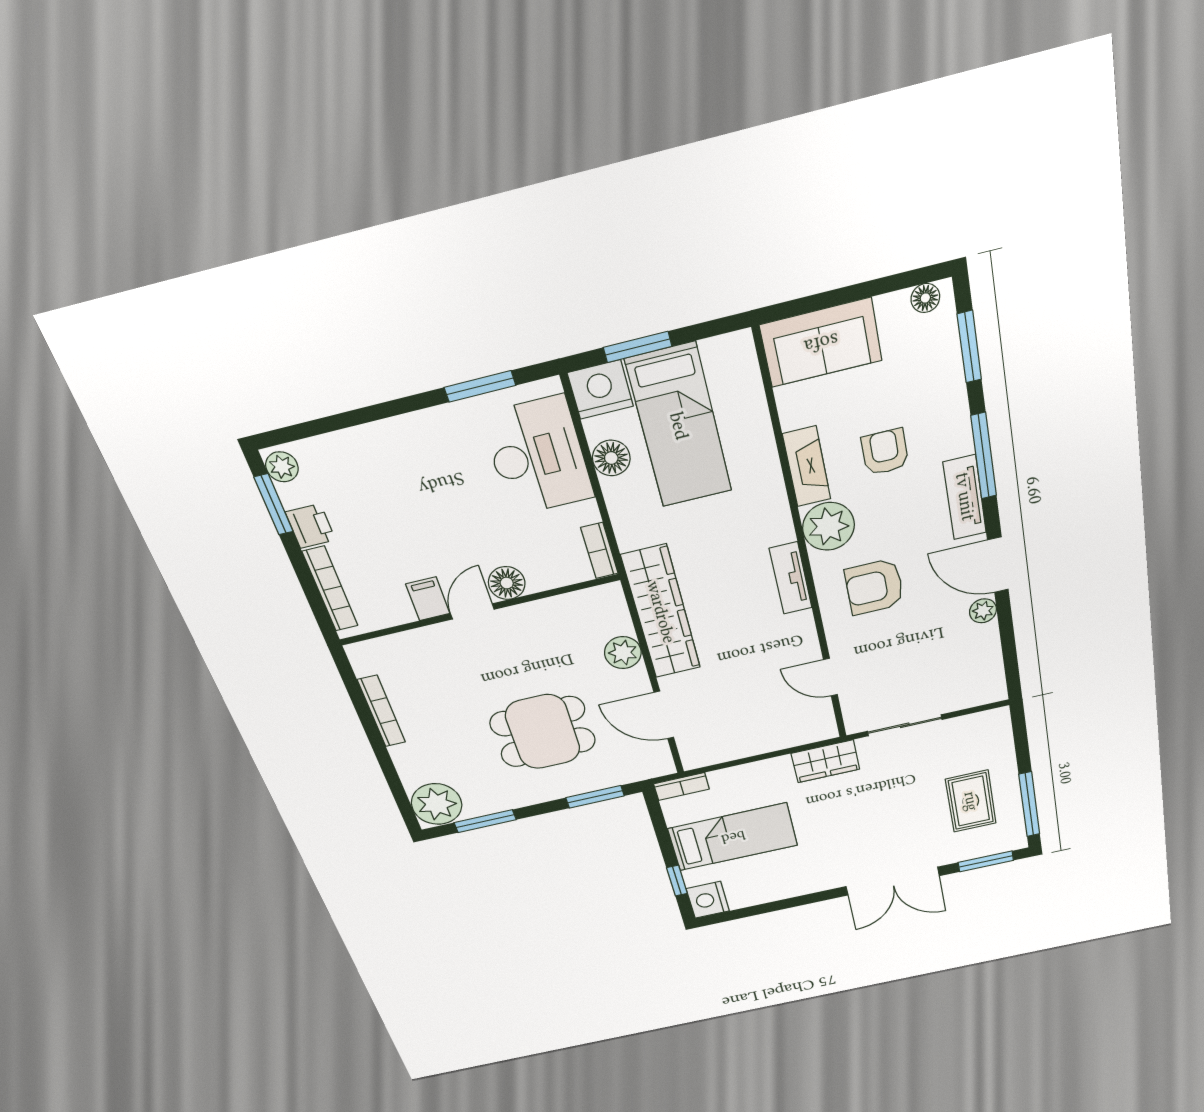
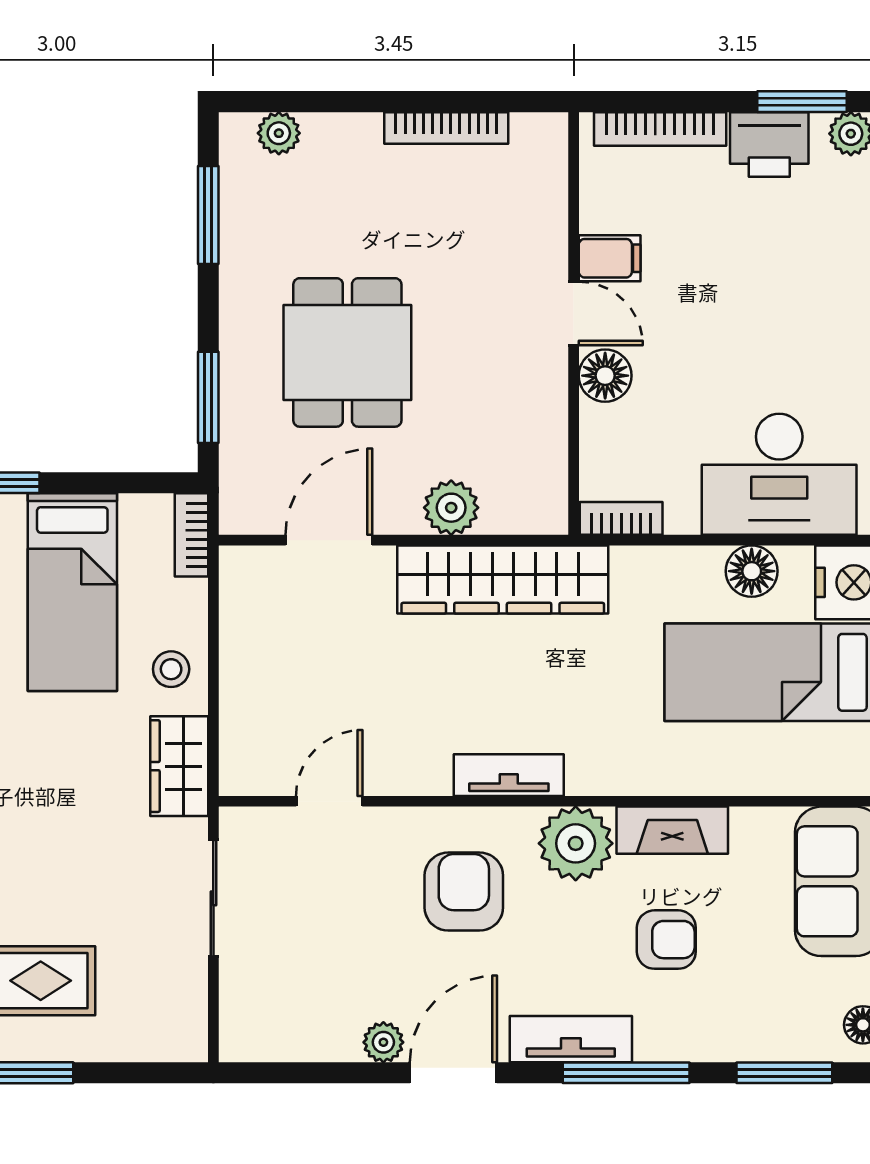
printer: (310, 526) -> (769, 144), width x1.36, depth x1.24
stool: (767, 779) -> (171, 669), added
plant: (437, 804) -> (279, 133), width x0.53, depth x0.53

